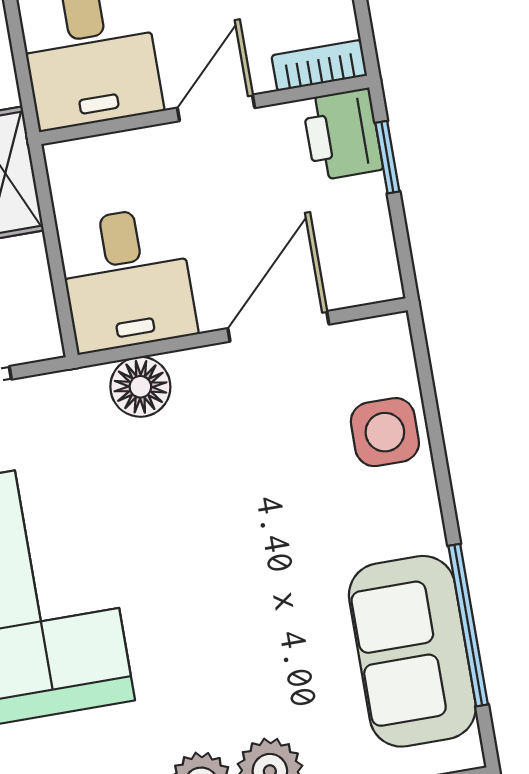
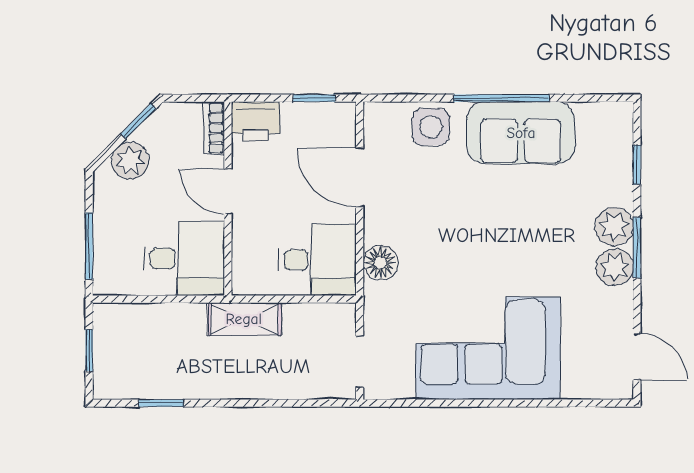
window: (387, 157) -> (314, 98), moved
window: (468, 625) -> (502, 98), moved
sofa: (412, 651) -> (521, 133), moved

